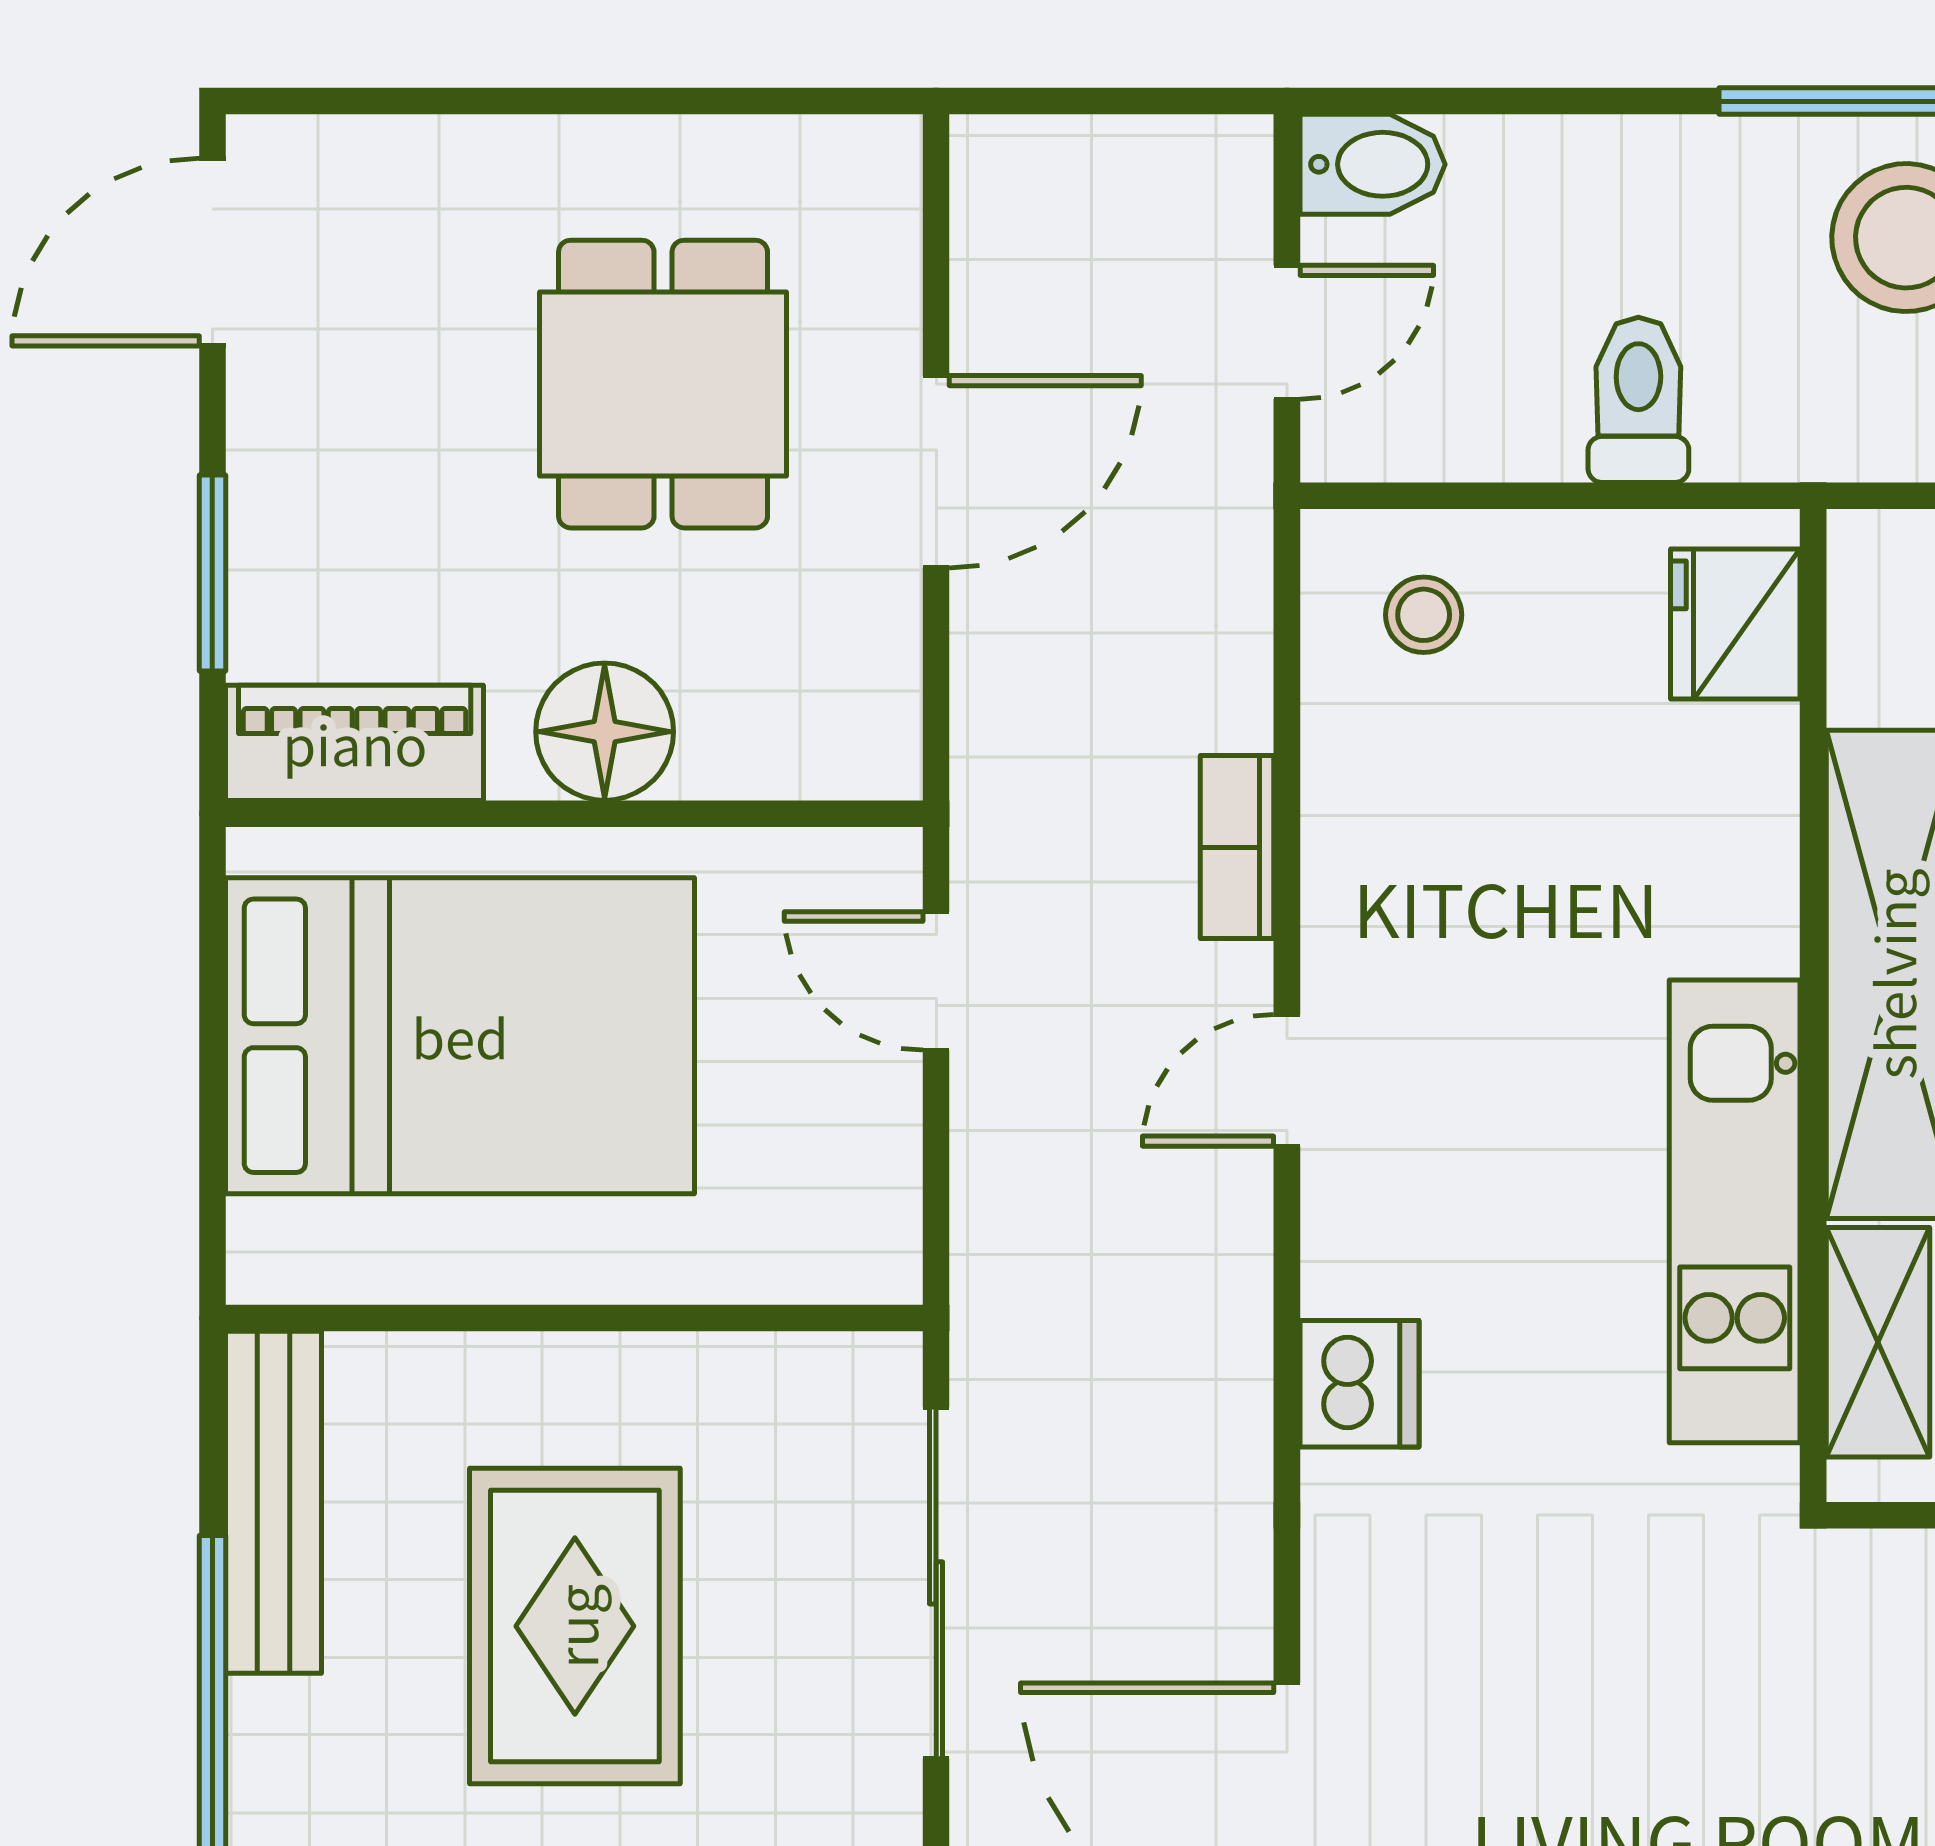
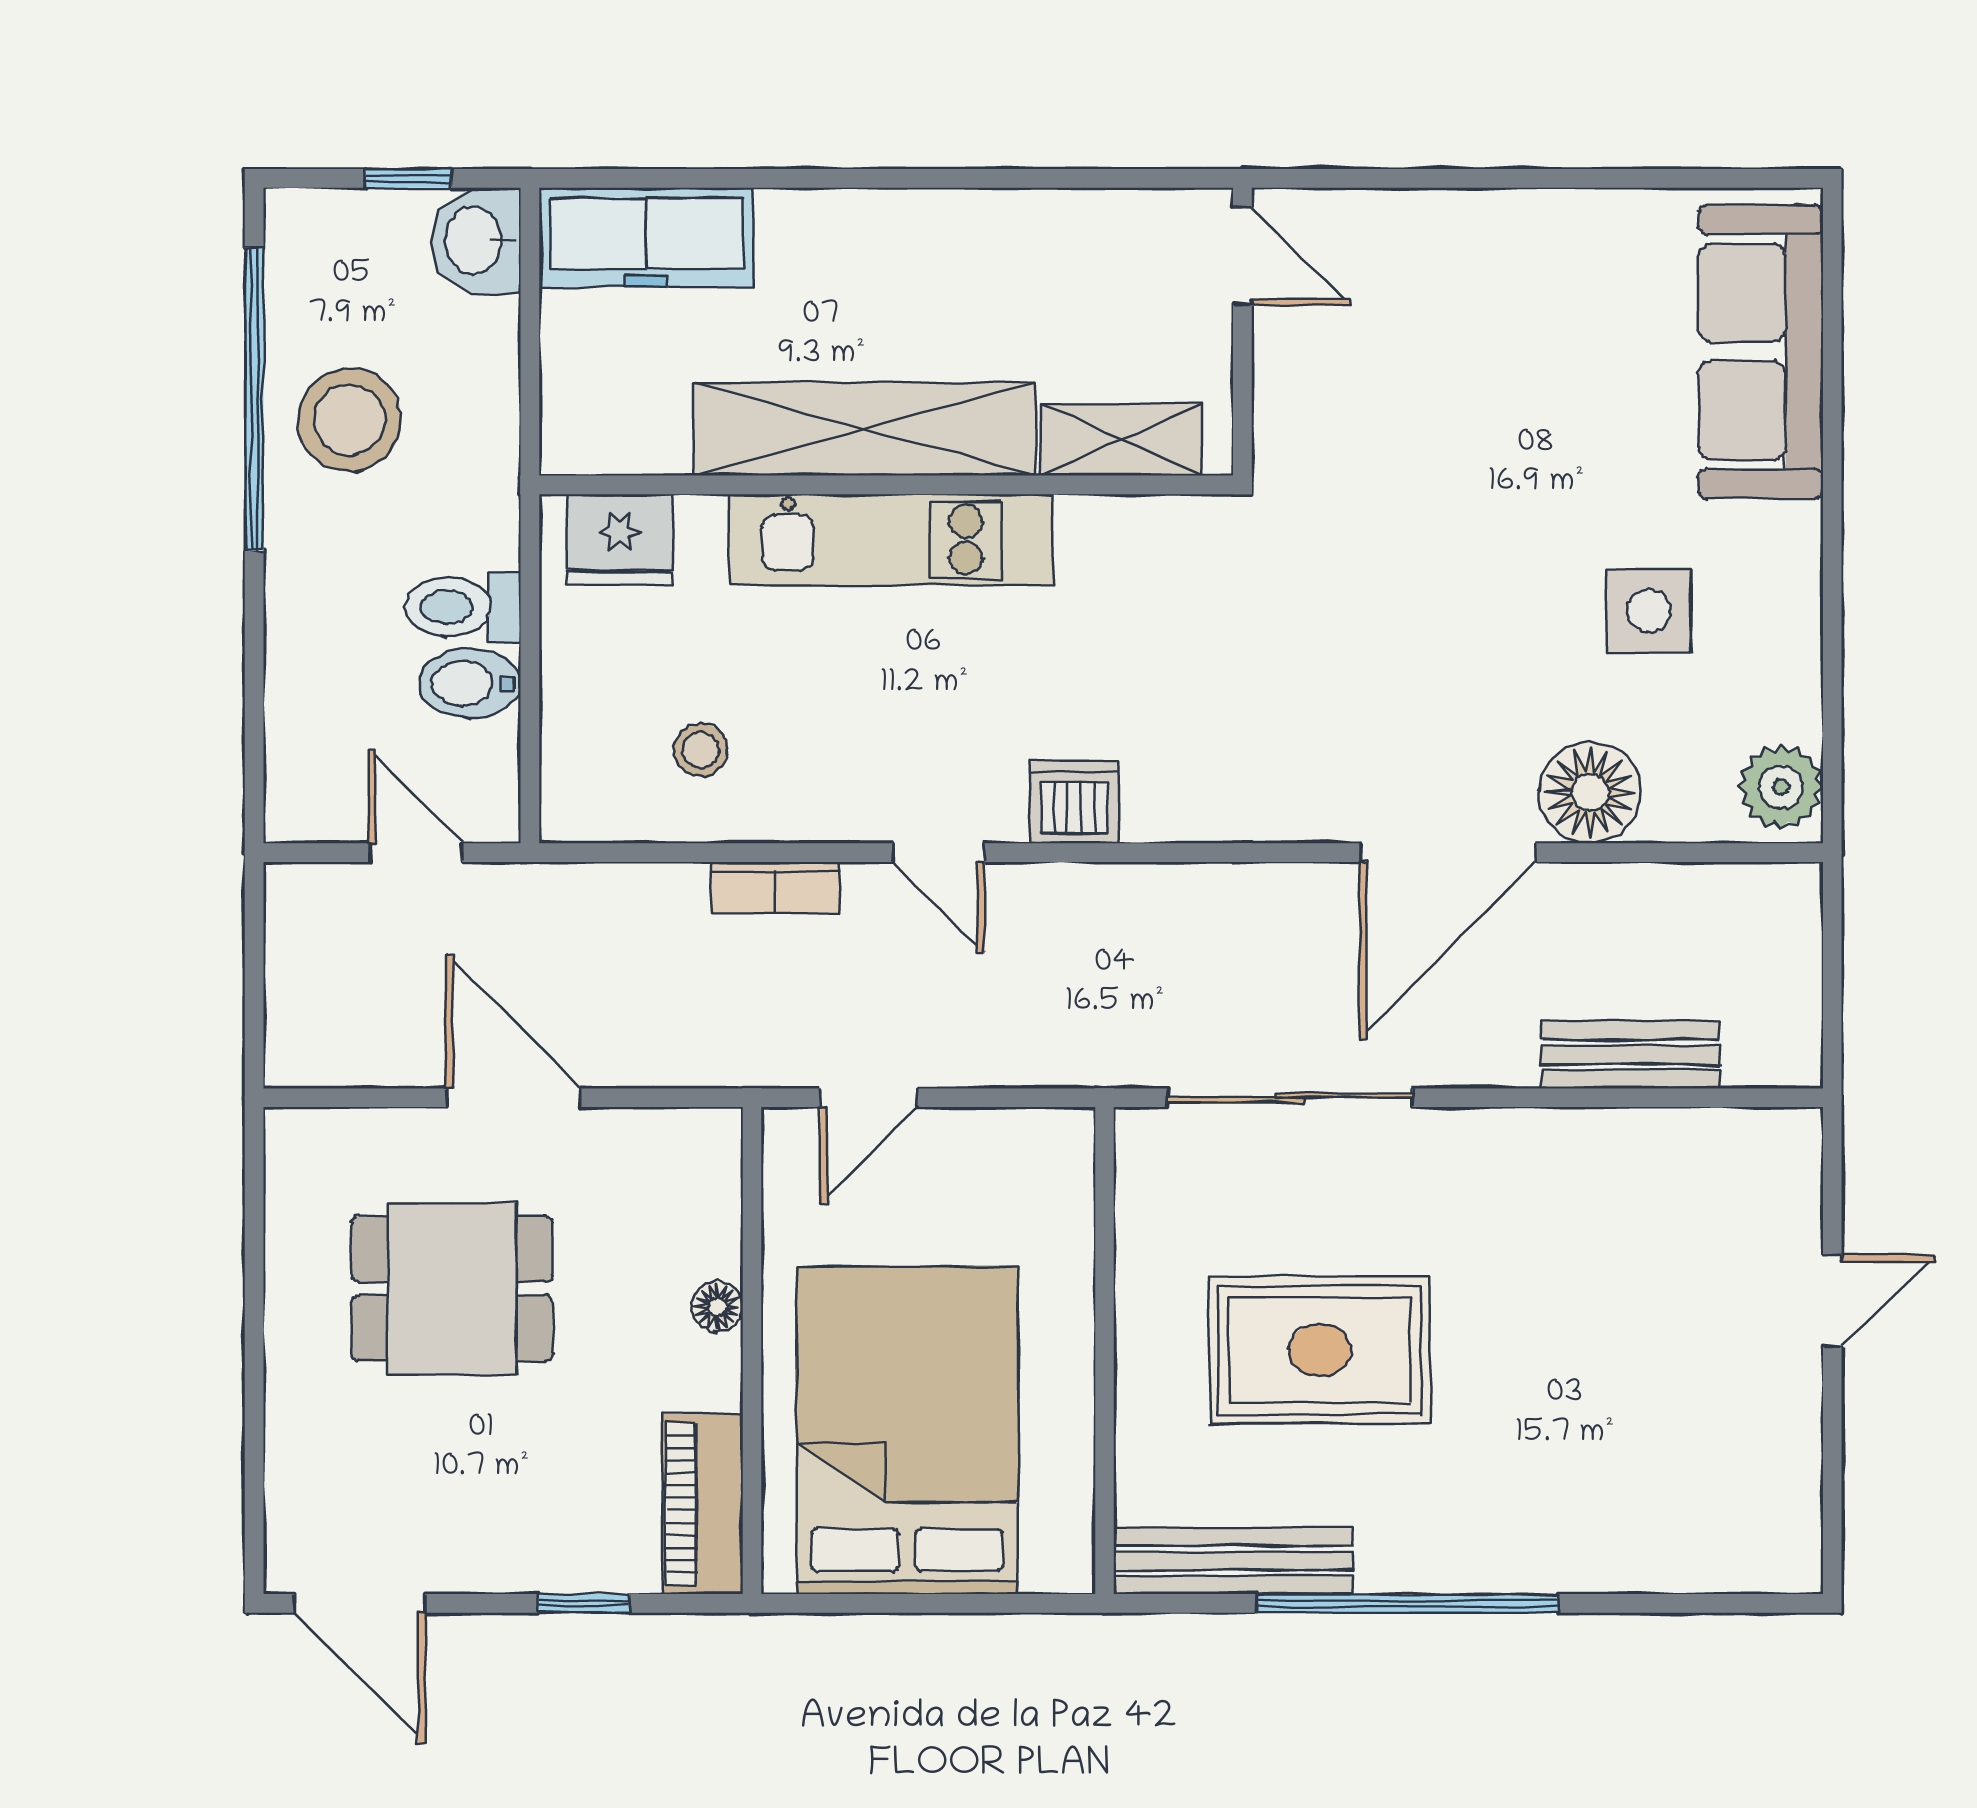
bidet: (1373, 164) -> (470, 683), moved, turned -90
window: (212, 573) -> (584, 1603), width x0.67
stool: (1424, 615) -> (701, 750), moved
floor lamp: (605, 732) -> (717, 1307), width x0.53, depth x0.53
kitchen unit: (1735, 1211) -> (891, 540), moved
dishwasher: (1359, 1384) -> (1074, 802), moved

